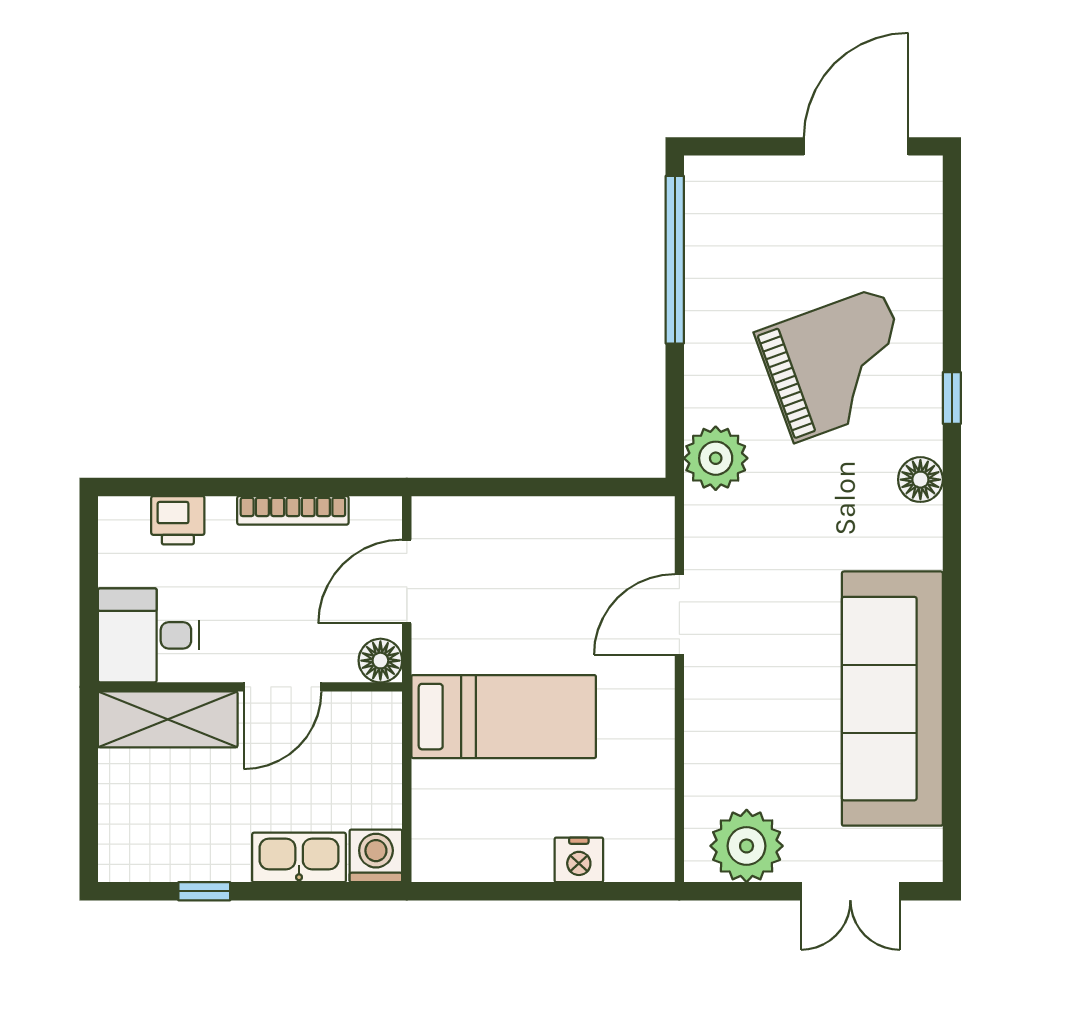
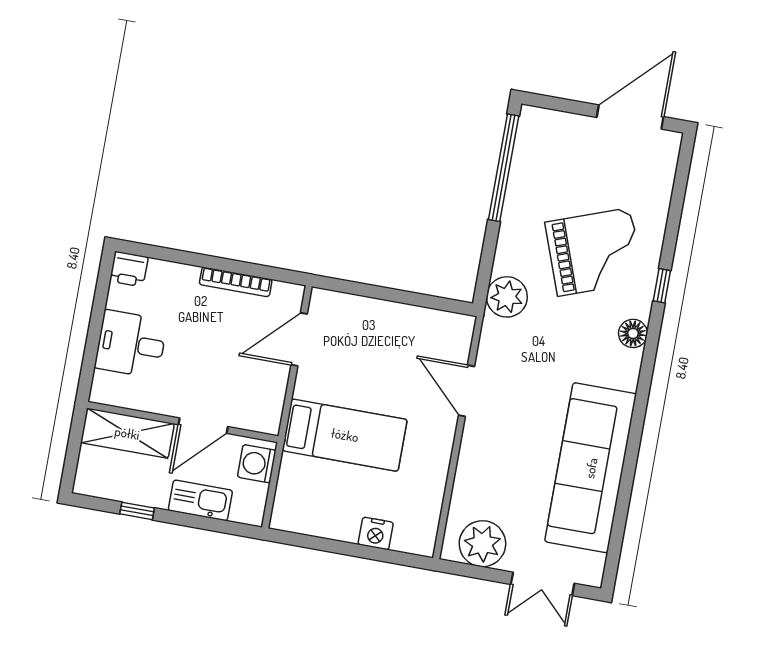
printer: (178, 520) -> (129, 269), moved
door: (679, 614) -> (466, 391), hinge flipped
floor lamp: (380, 661) -> (274, 386), removed
wall: (250, 687) -> (183, 422), moved
door: (283, 687) -> (203, 426), moved
shelving: (168, 719) -> (127, 433), moved
washing machine: (376, 856) -> (257, 464), moved, turned -90

